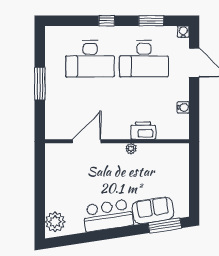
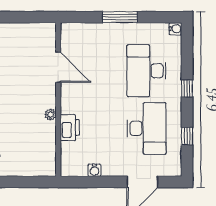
window: (151, 21) -> (187, 136), width x0.67
water cooler: (183, 32) -> (175, 29), moved
desk: (144, 59) -> (146, 128), turned 180

